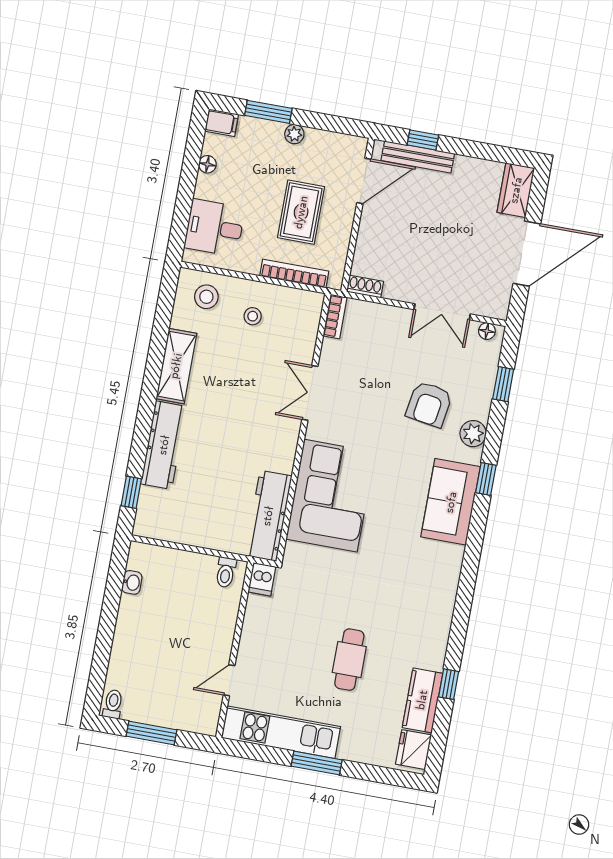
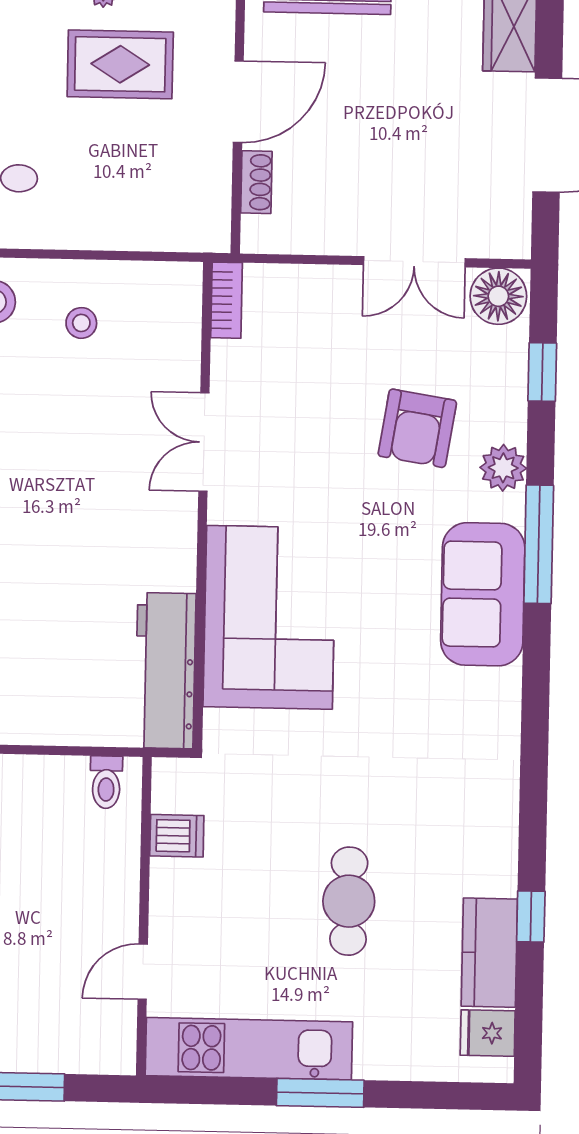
door: (364, 181) -> (238, 102), moved
rug: (301, 212) -> (120, 64), moved, turned 90
bookcase: (294, 274) -> (143, 236), removed
shoe rack: (365, 287) -> (256, 182), moved, turned 90
floor lamp: (487, 331) -> (498, 296), width x1.89, depth x1.89
window: (486, 479) -> (539, 544), width x2.17
dishwasher: (262, 579) -> (177, 836), moved, turned -90
fridge: (414, 750) -> (488, 1033), width x0.72

